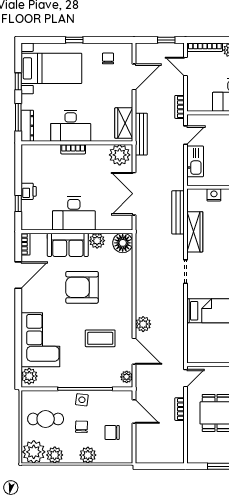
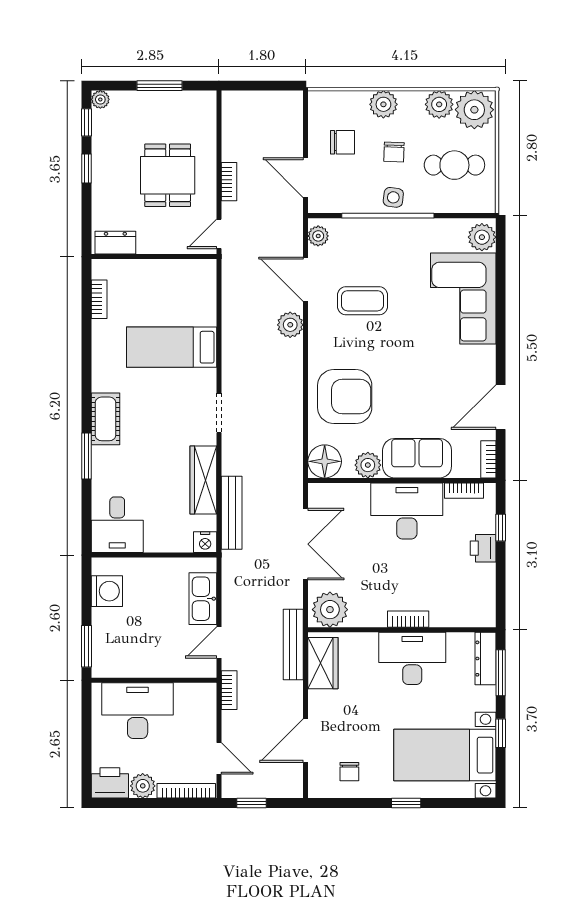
nightstand: (214, 195) -> (205, 542), moved
bookcase: (40, 226) -> (464, 491), added
armchair: (82, 287) -> (345, 396), moved

